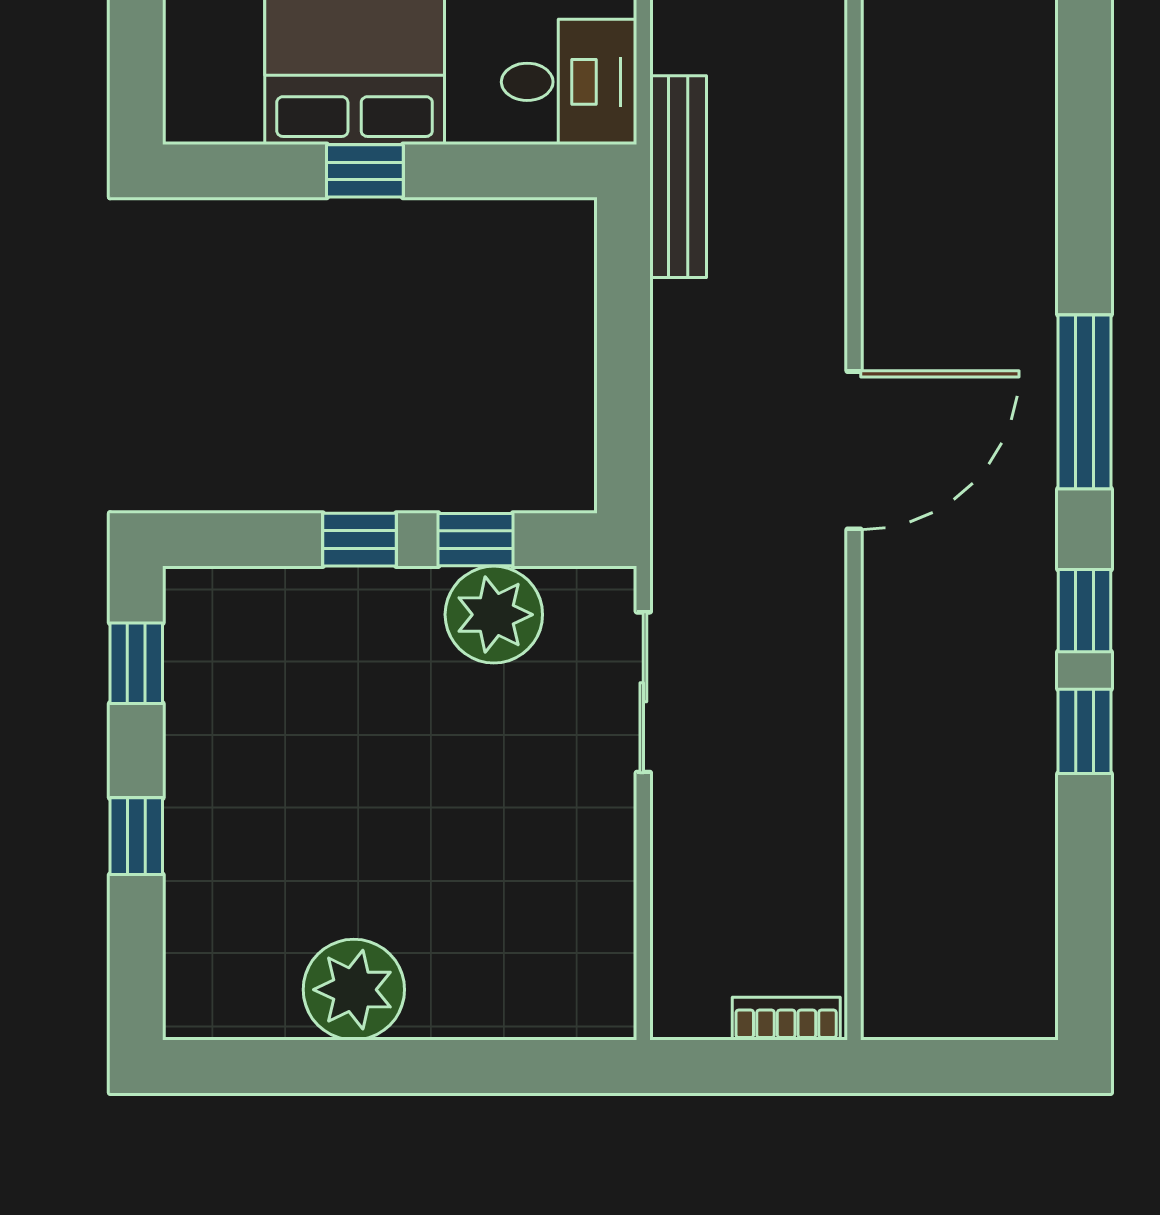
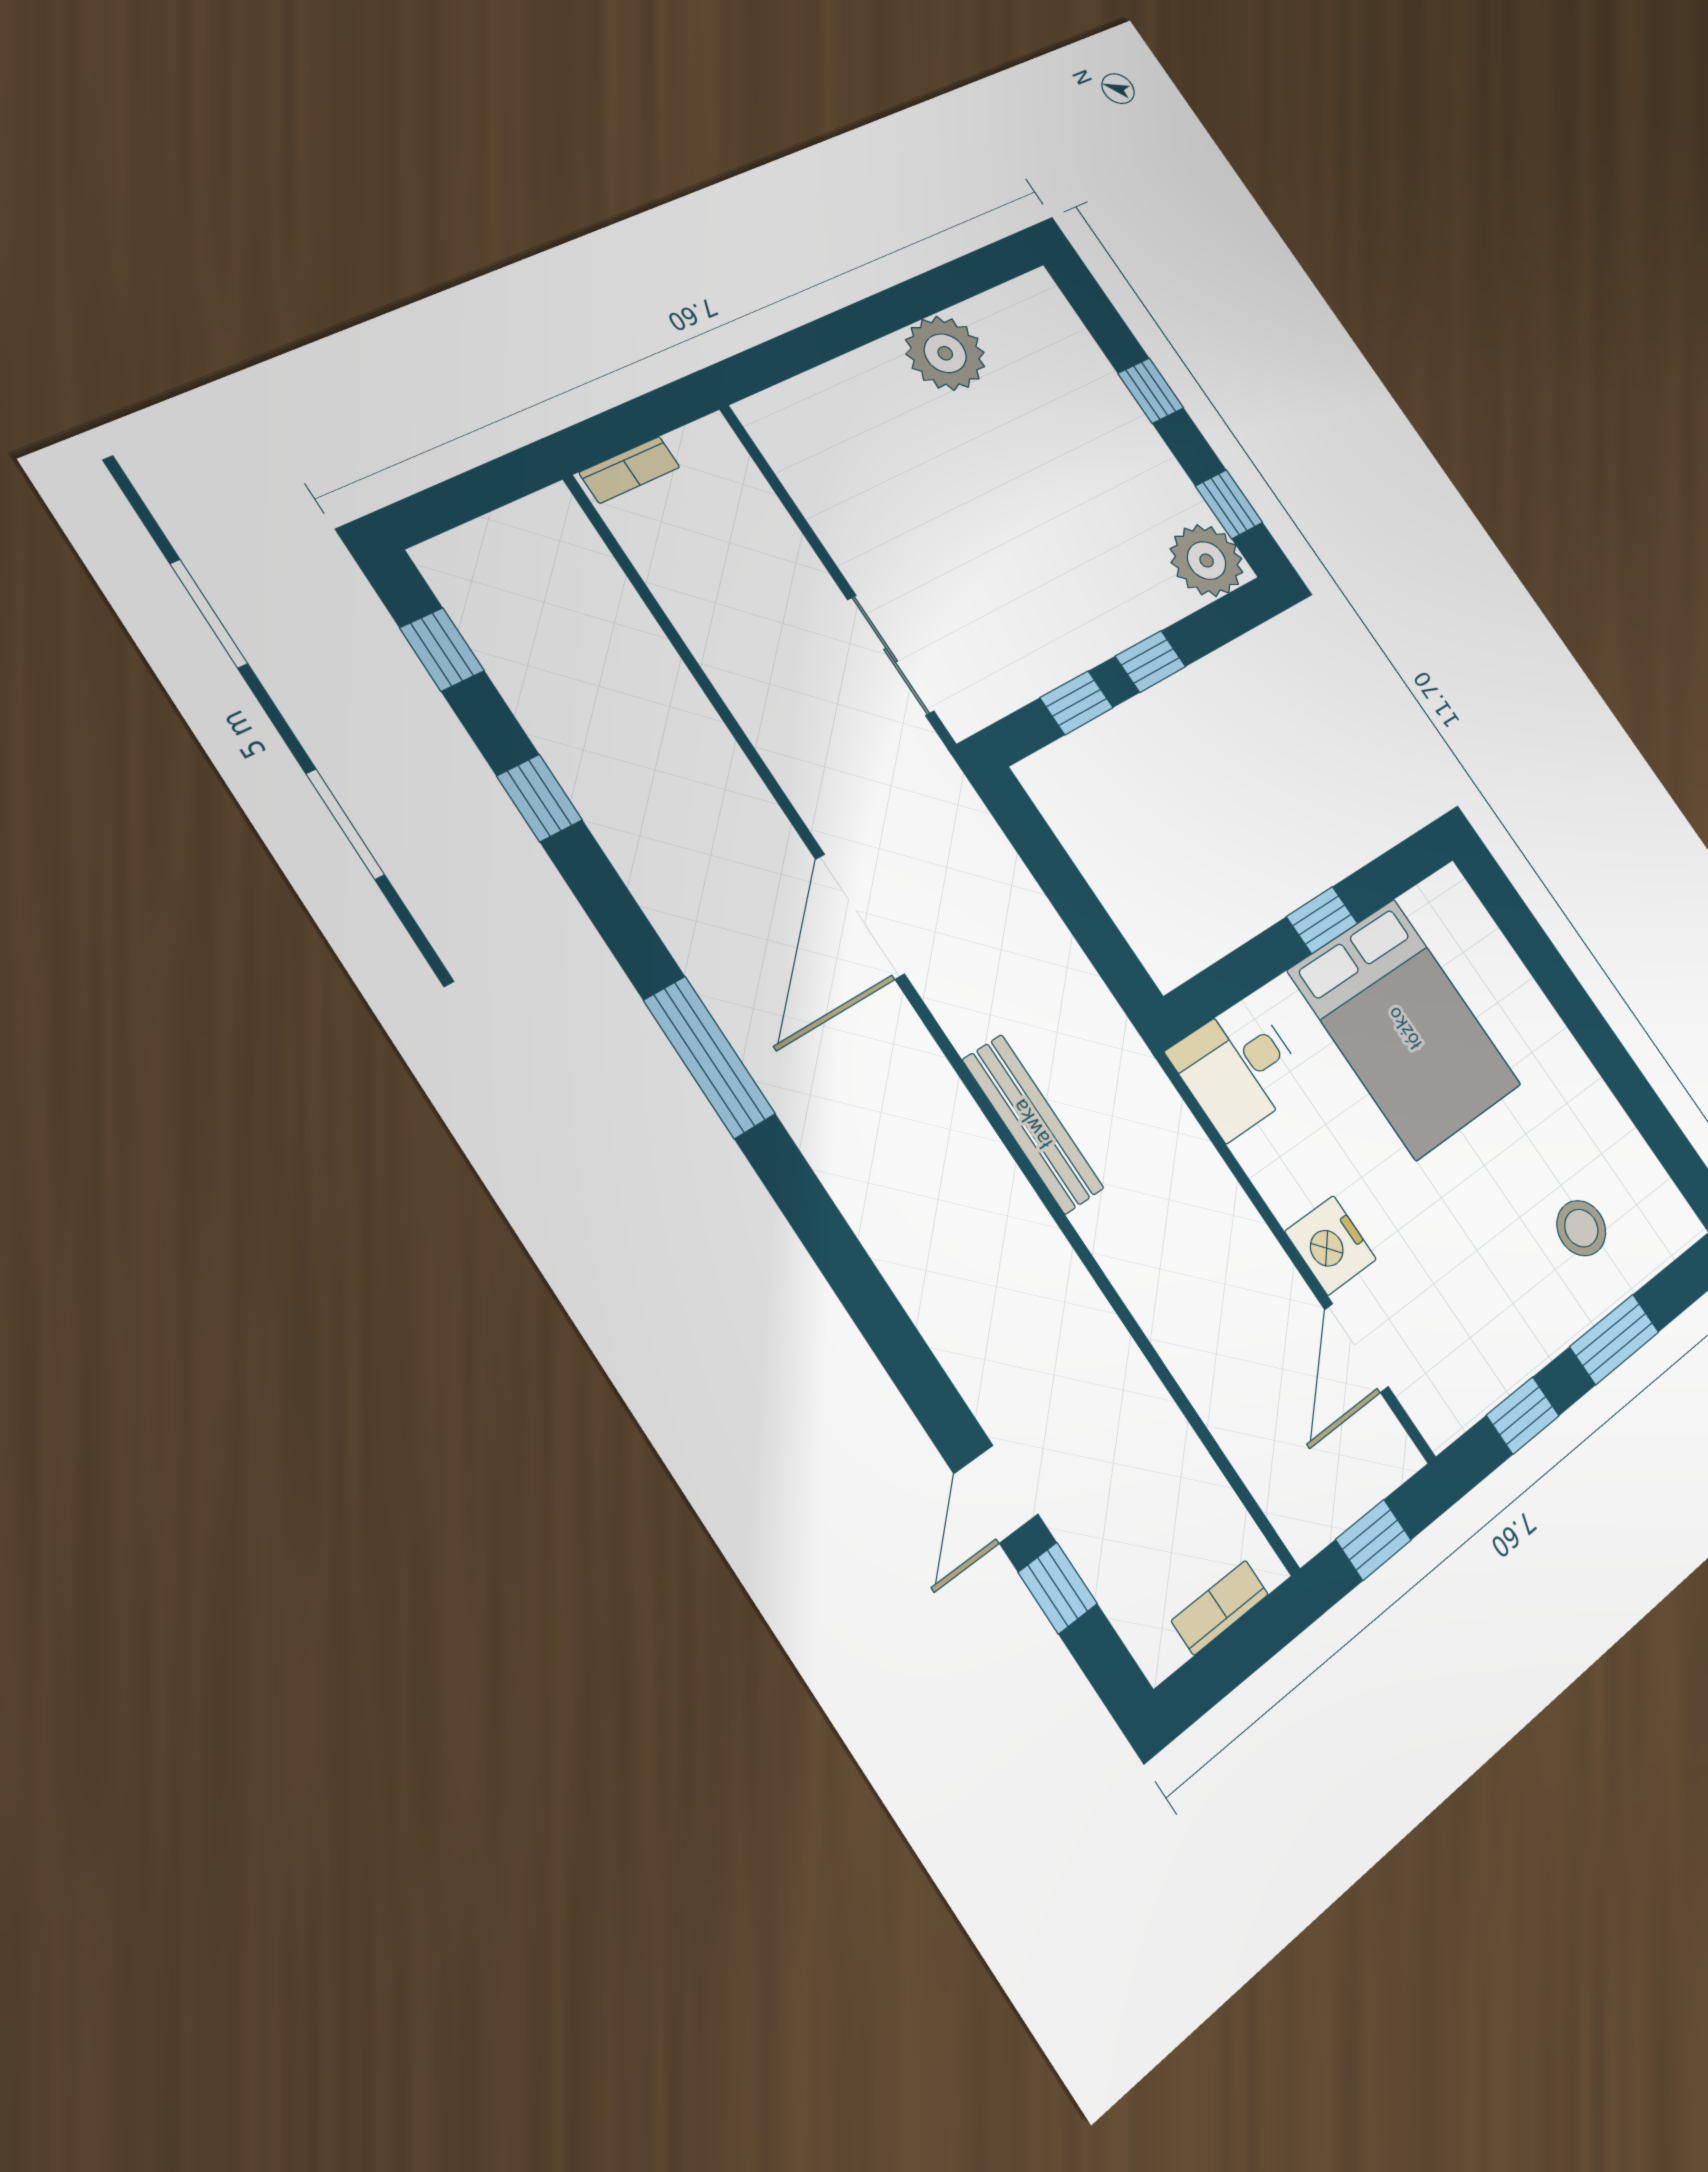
bench: (678, 177) -> (1033, 1124), moved
window: (1085, 611) -> (442, 649), moved
plant: (494, 615) -> (1207, 561), moved

